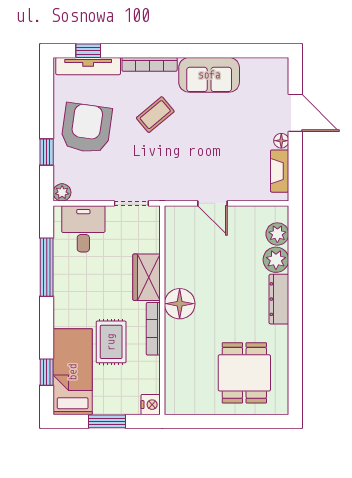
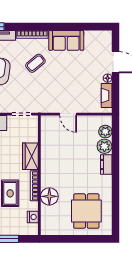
dresser: (279, 299) -> (106, 164), width x0.70
floor lamp: (180, 304) -> (49, 196), moved
nightstand: (151, 405) -> (33, 217), moved

